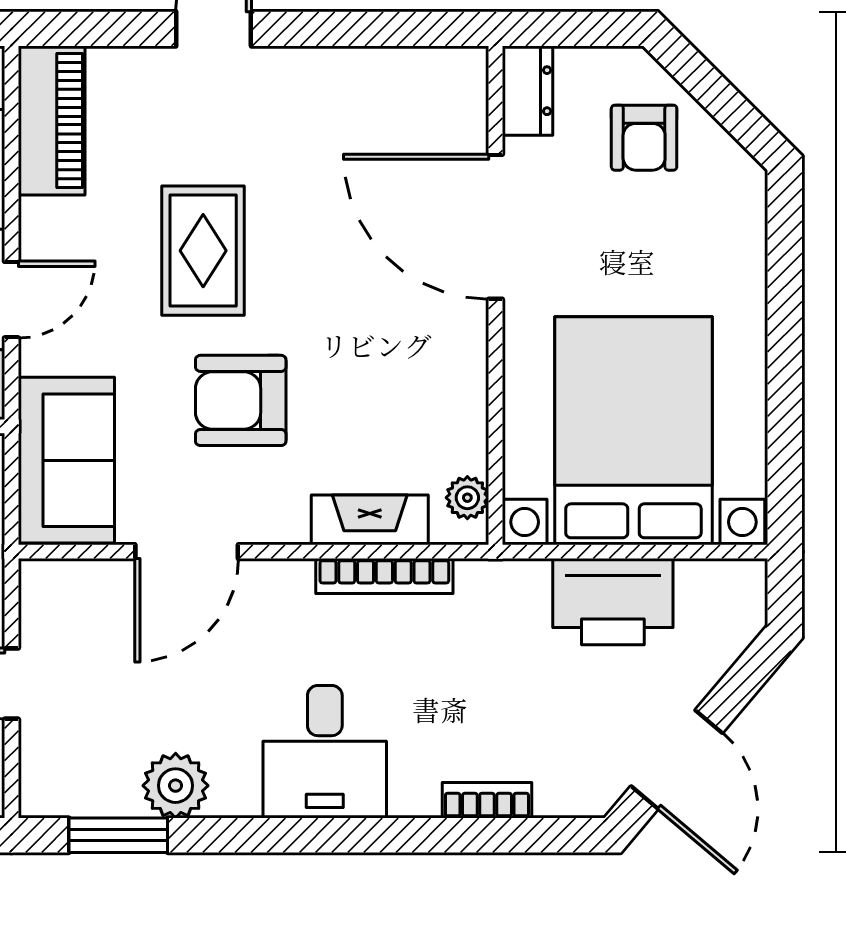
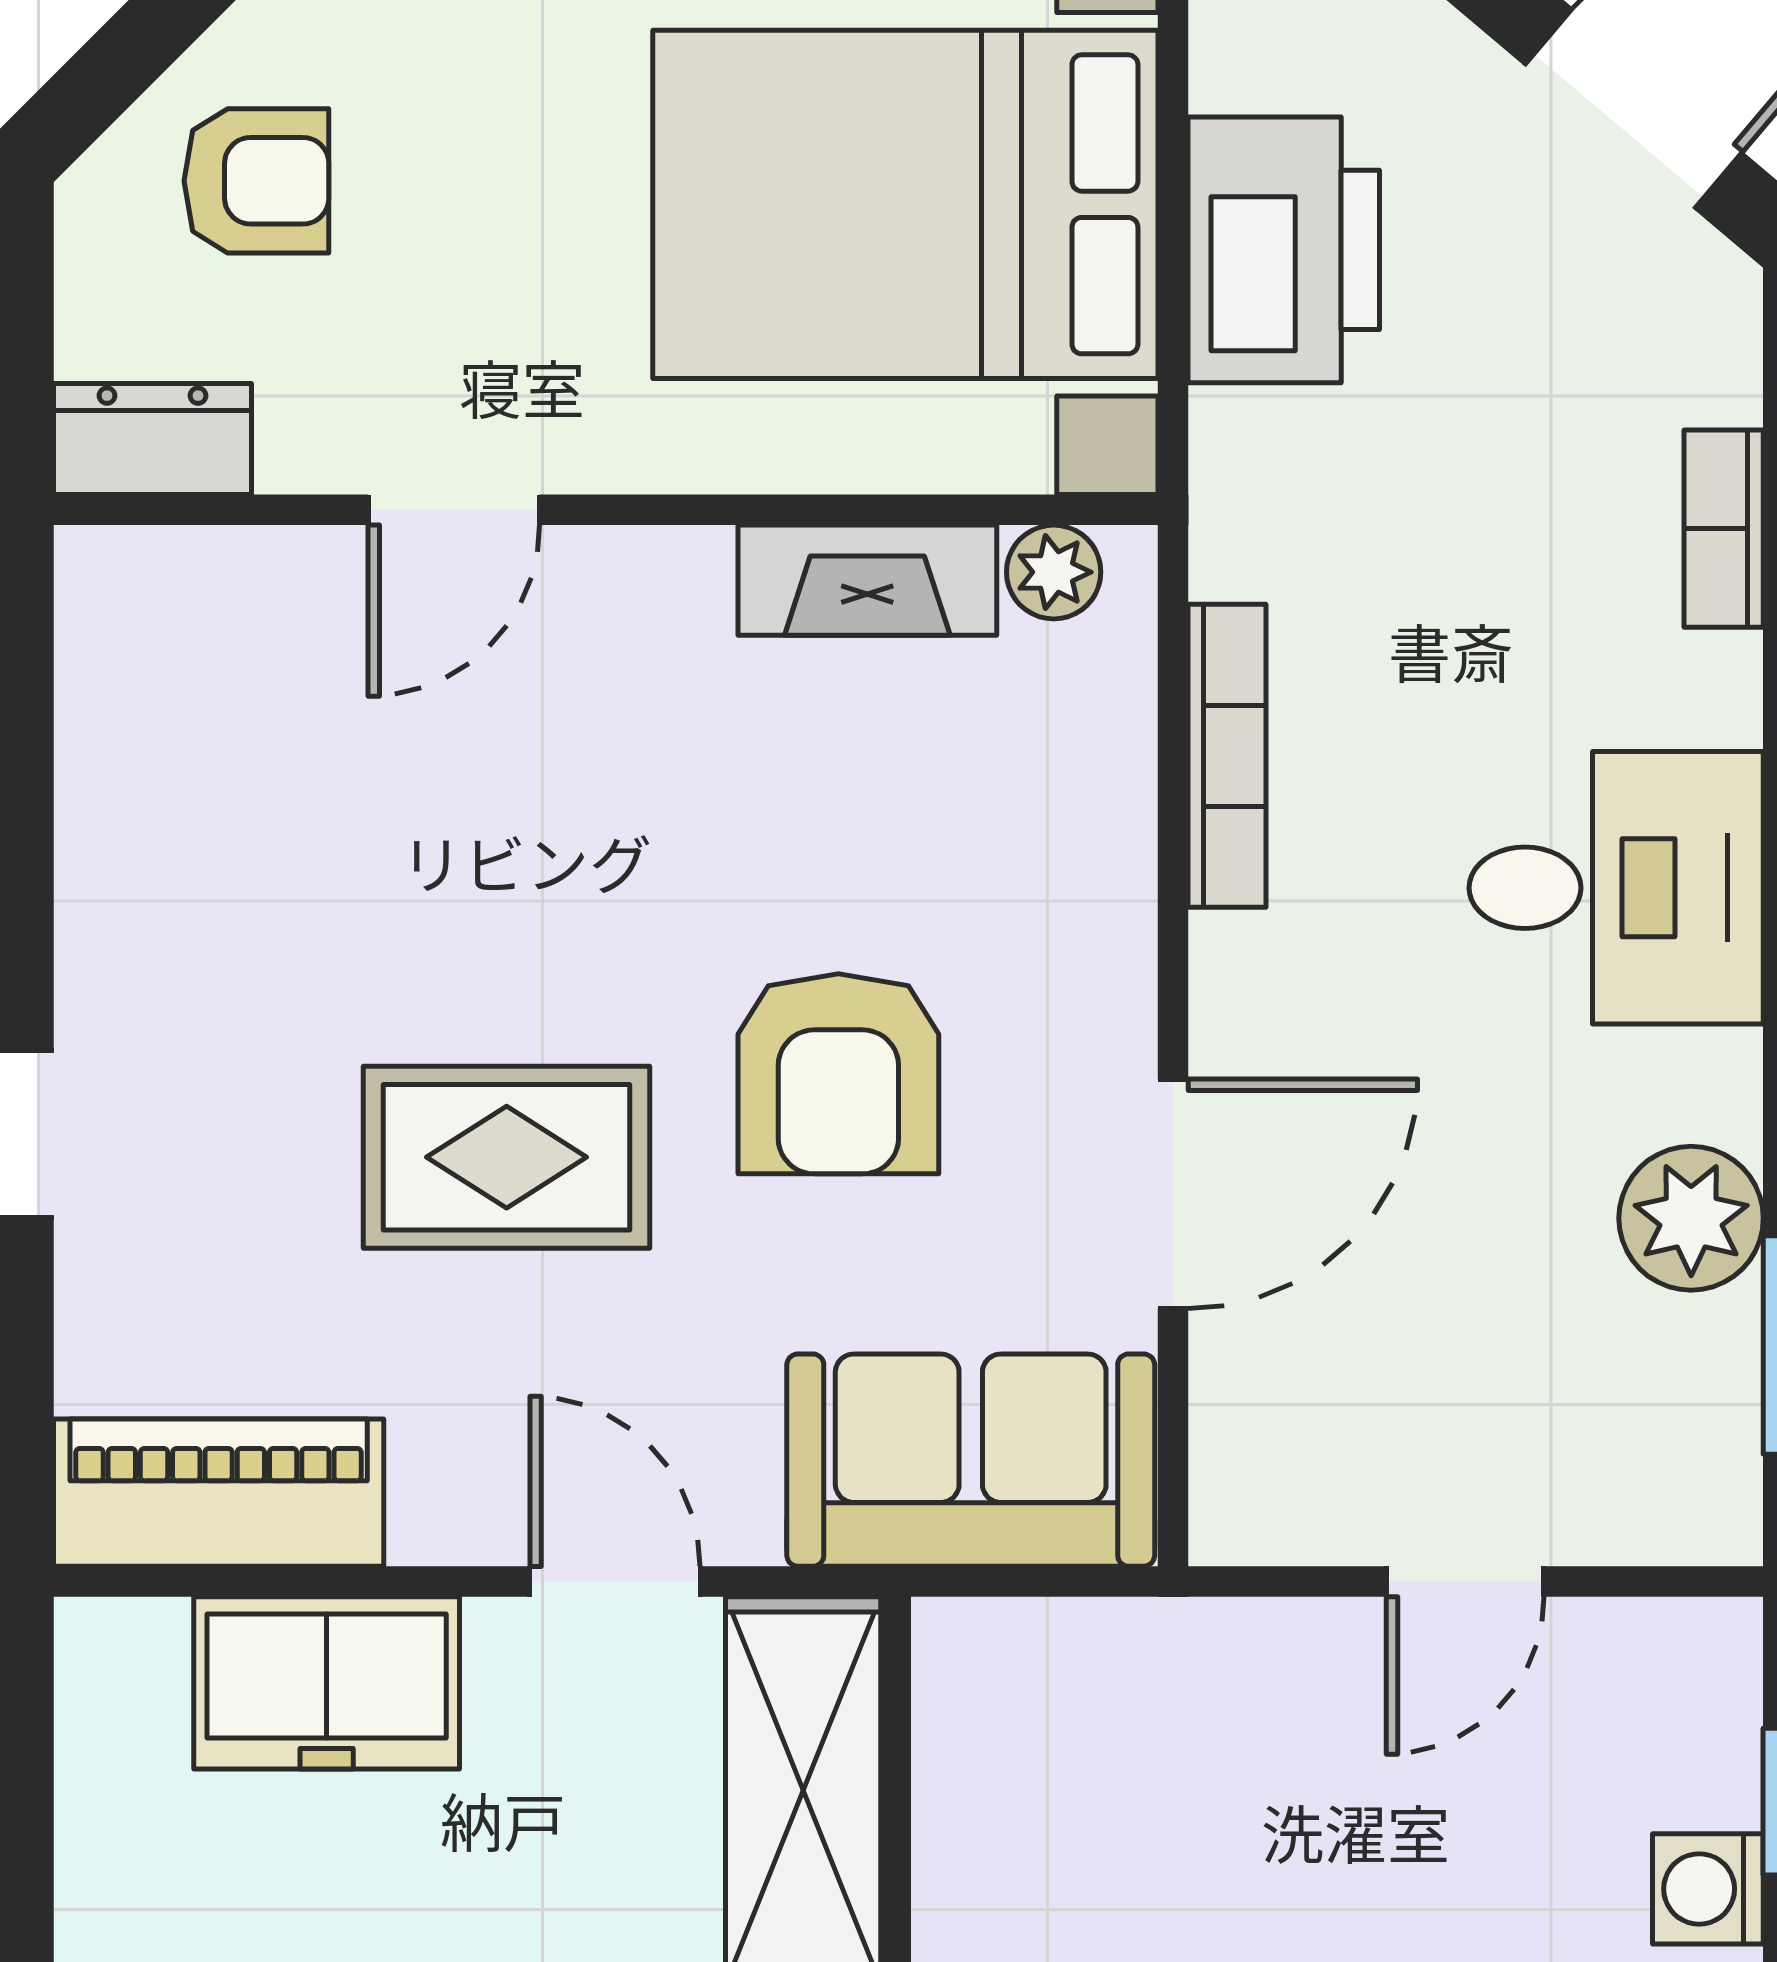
door: (495, 227) -> (454, 510), width x0.53
fireplace: (370, 520) -> (867, 580), moved, turned -90
door: (187, 552) -> (1173, 1194), hinge flipped

